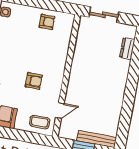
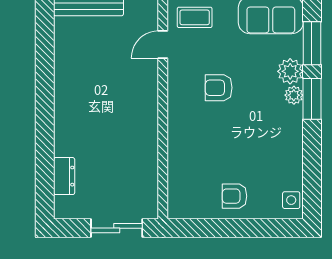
armchair: (47, 22) -> (235, 196), moved

